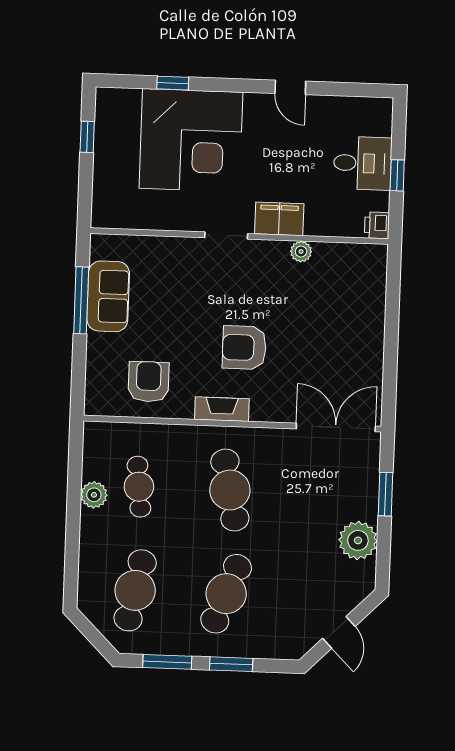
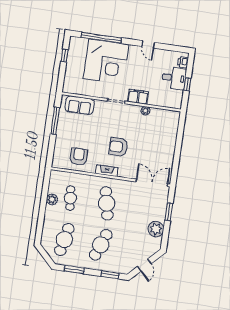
window: (173, 83) -> (101, 38), width x3.17
printer: (377, 225) -> (183, 62), moved
sofa: (108, 296) -> (80, 105), moved, turned 90
window: (231, 664) -> (110, 275), moved

